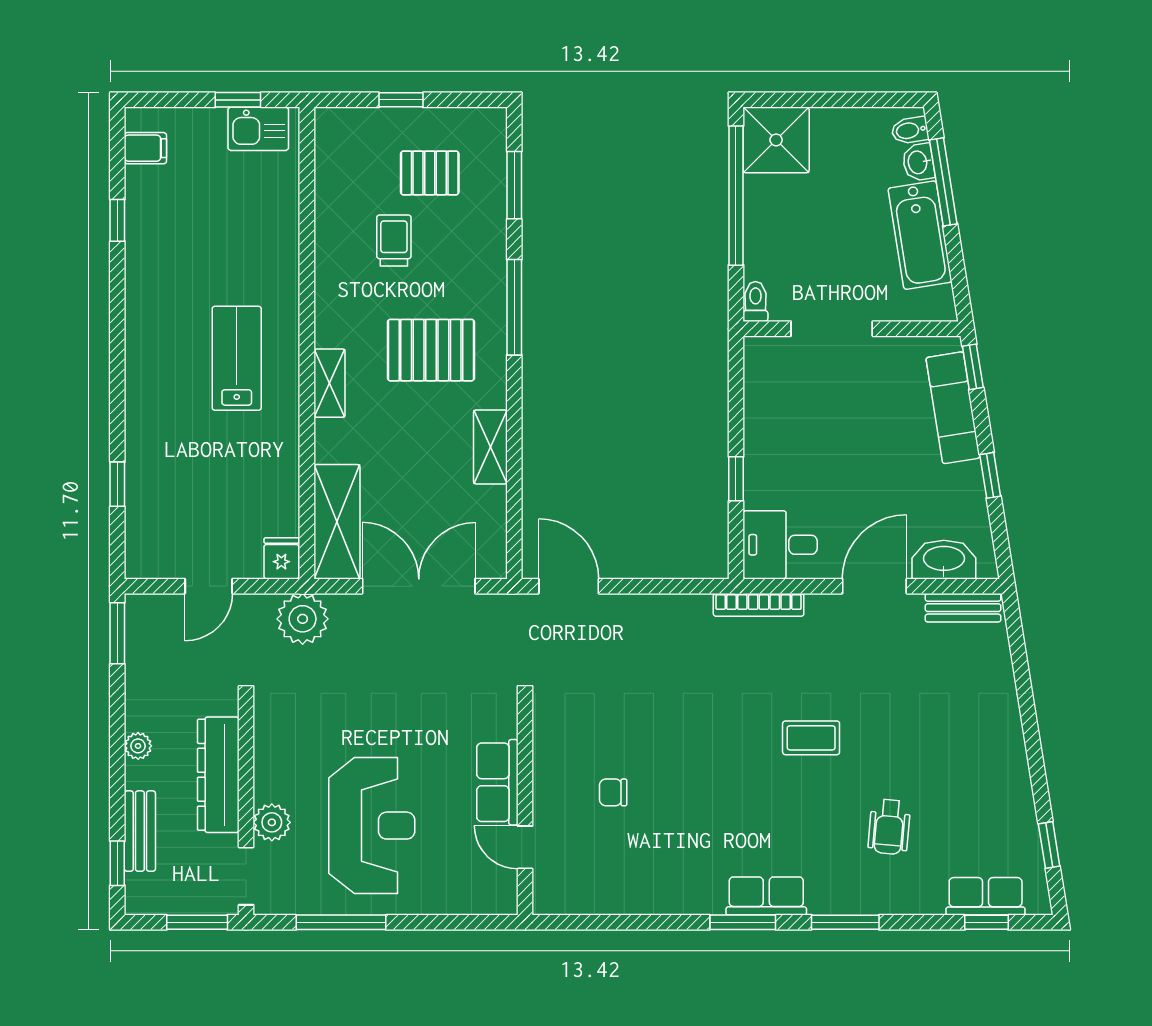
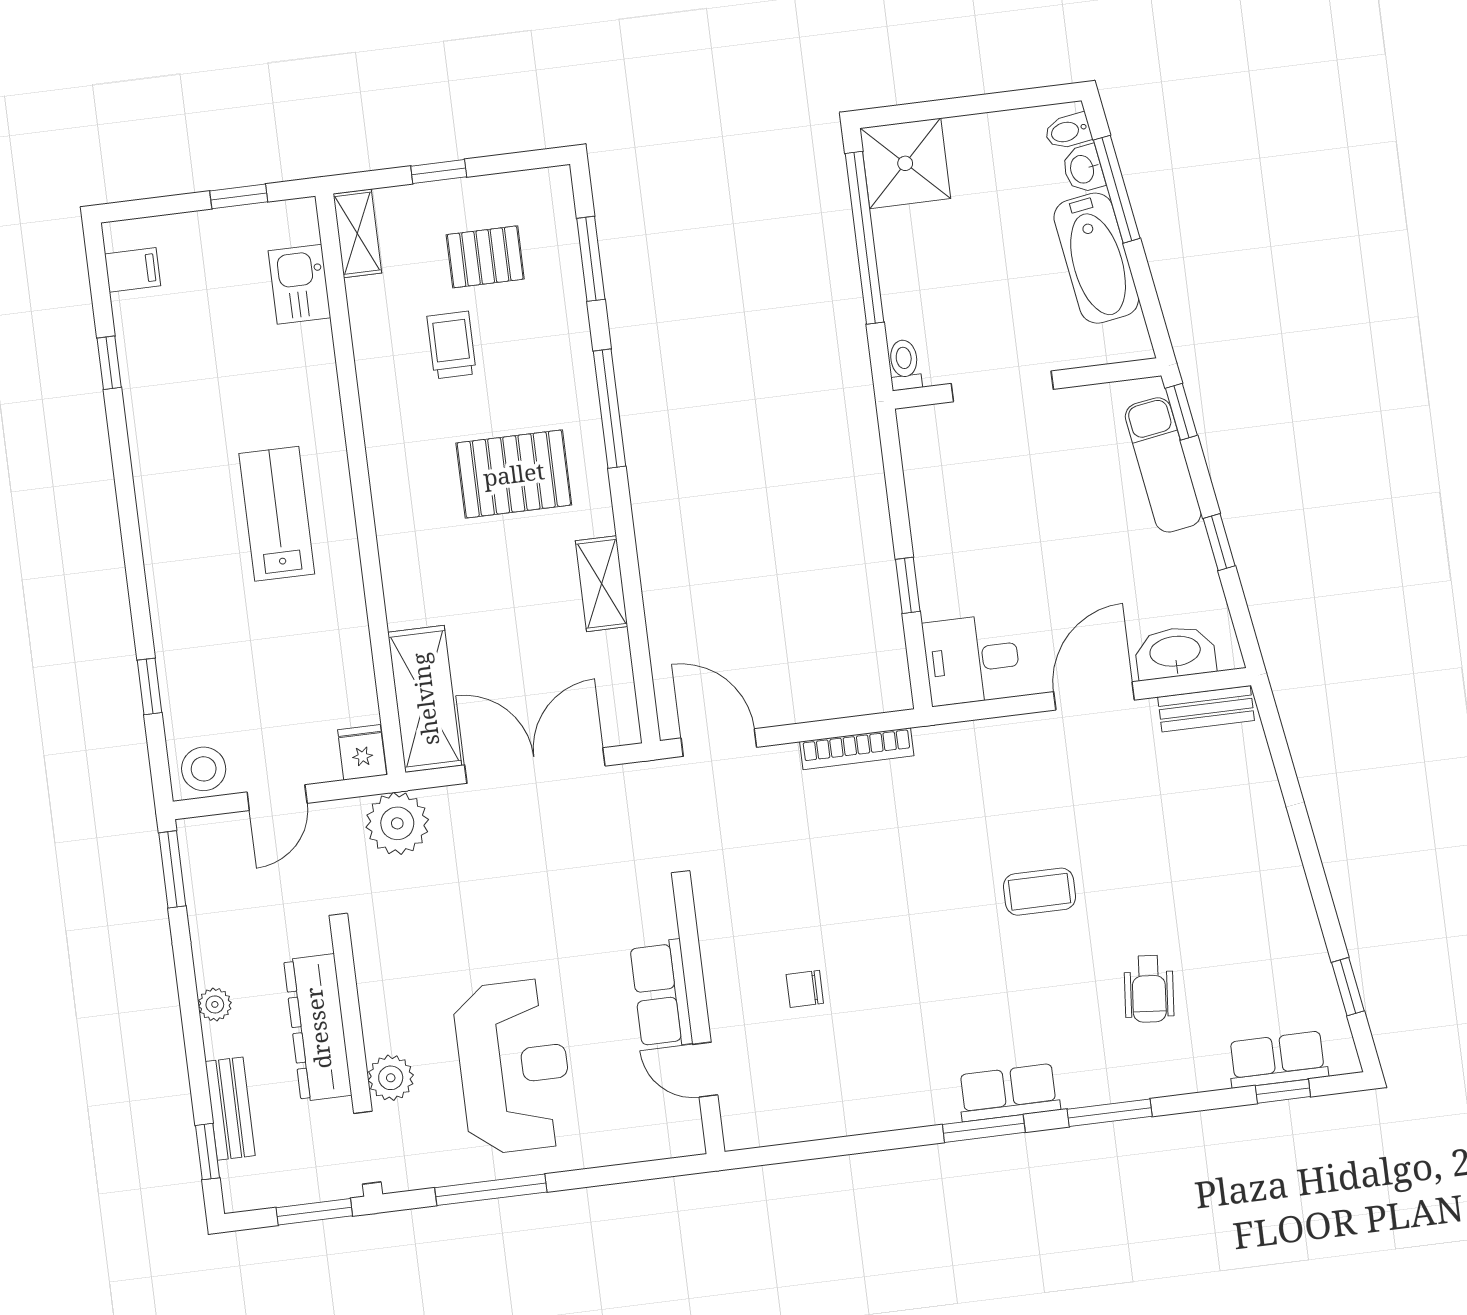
kitchen sink: (258, 129) -> (299, 284), moved, turned 90
shelving: (329, 383) -> (357, 233), moved
stool: (153, 556) -> (204, 769), added
bookcase: (759, 605) -> (857, 749), moved

